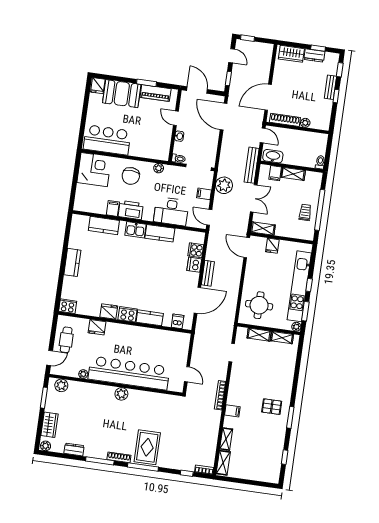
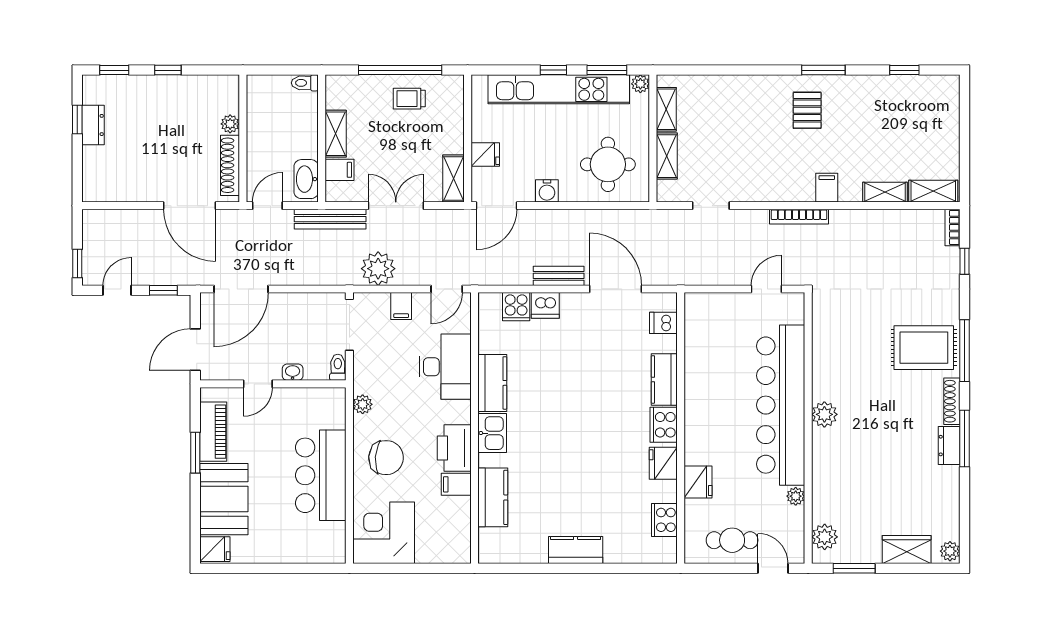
wardrobe: (291, 54) -> (96, 171), removed
bench: (330, 87) -> (152, 84), removed
bar counter: (107, 140) -> (321, 475), moved
water cooler: (250, 273) -> (547, 191), added
cooker: (68, 306) -> (664, 520), moved
dresser: (74, 449) -> (949, 446), moved

